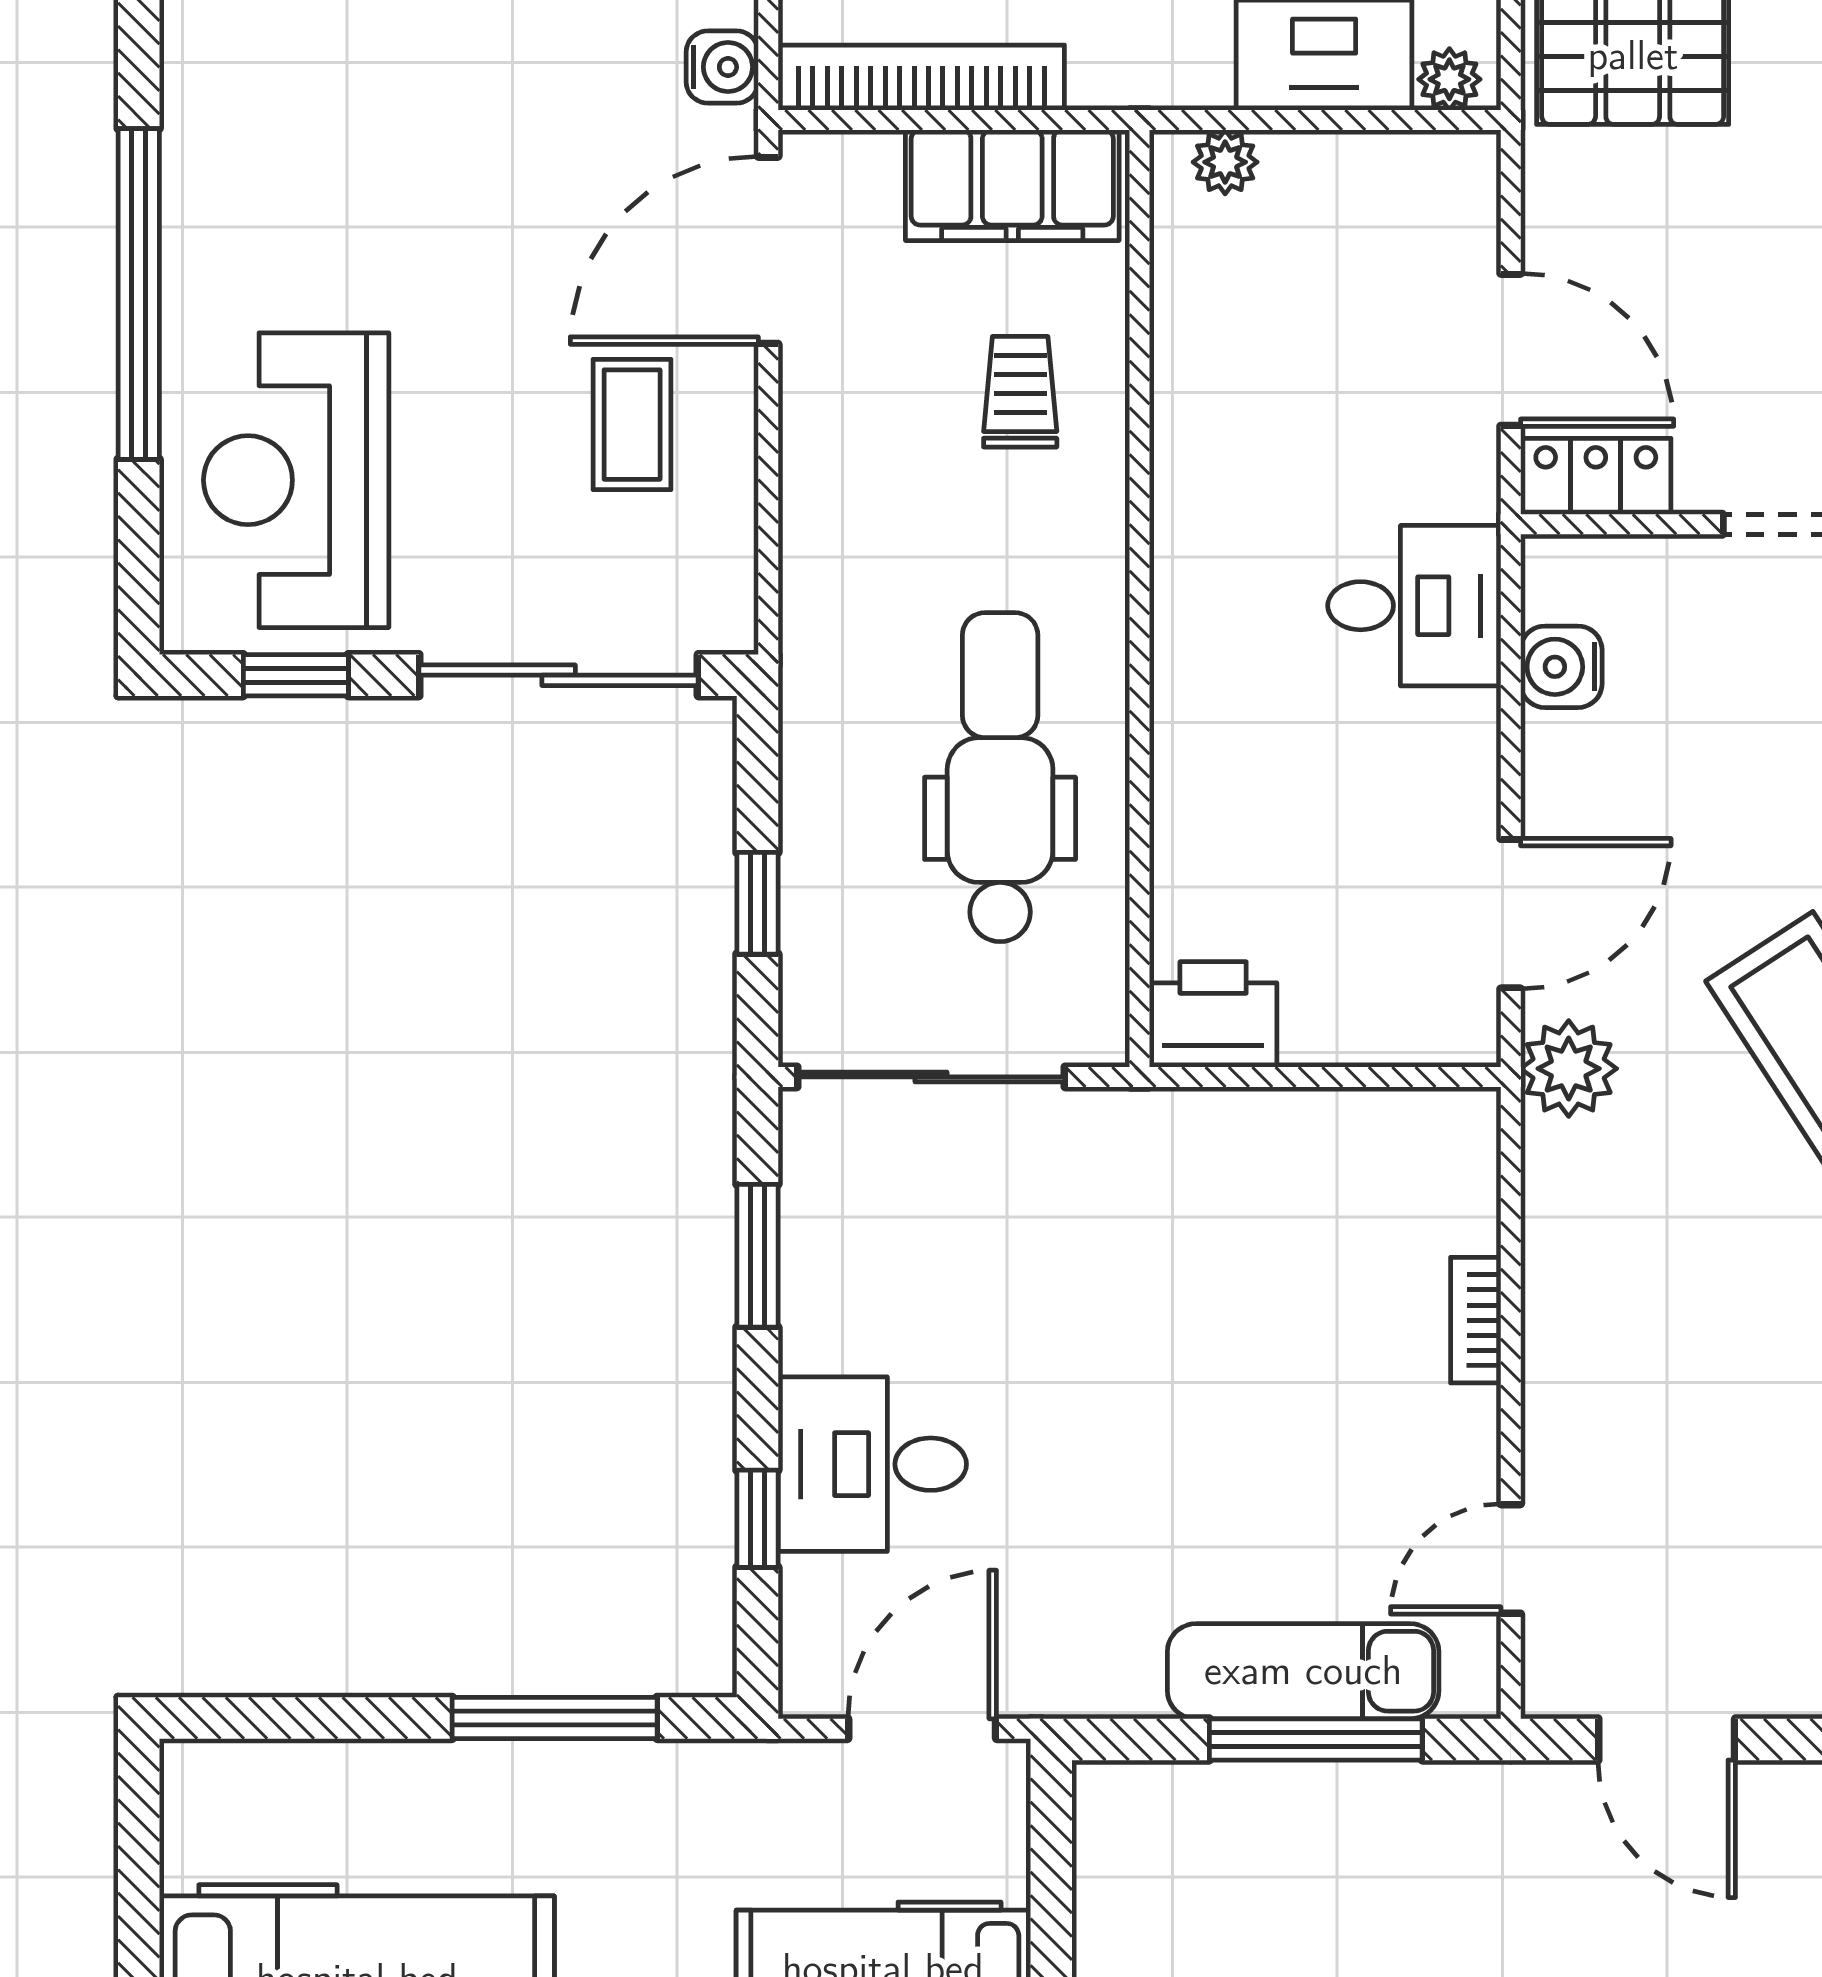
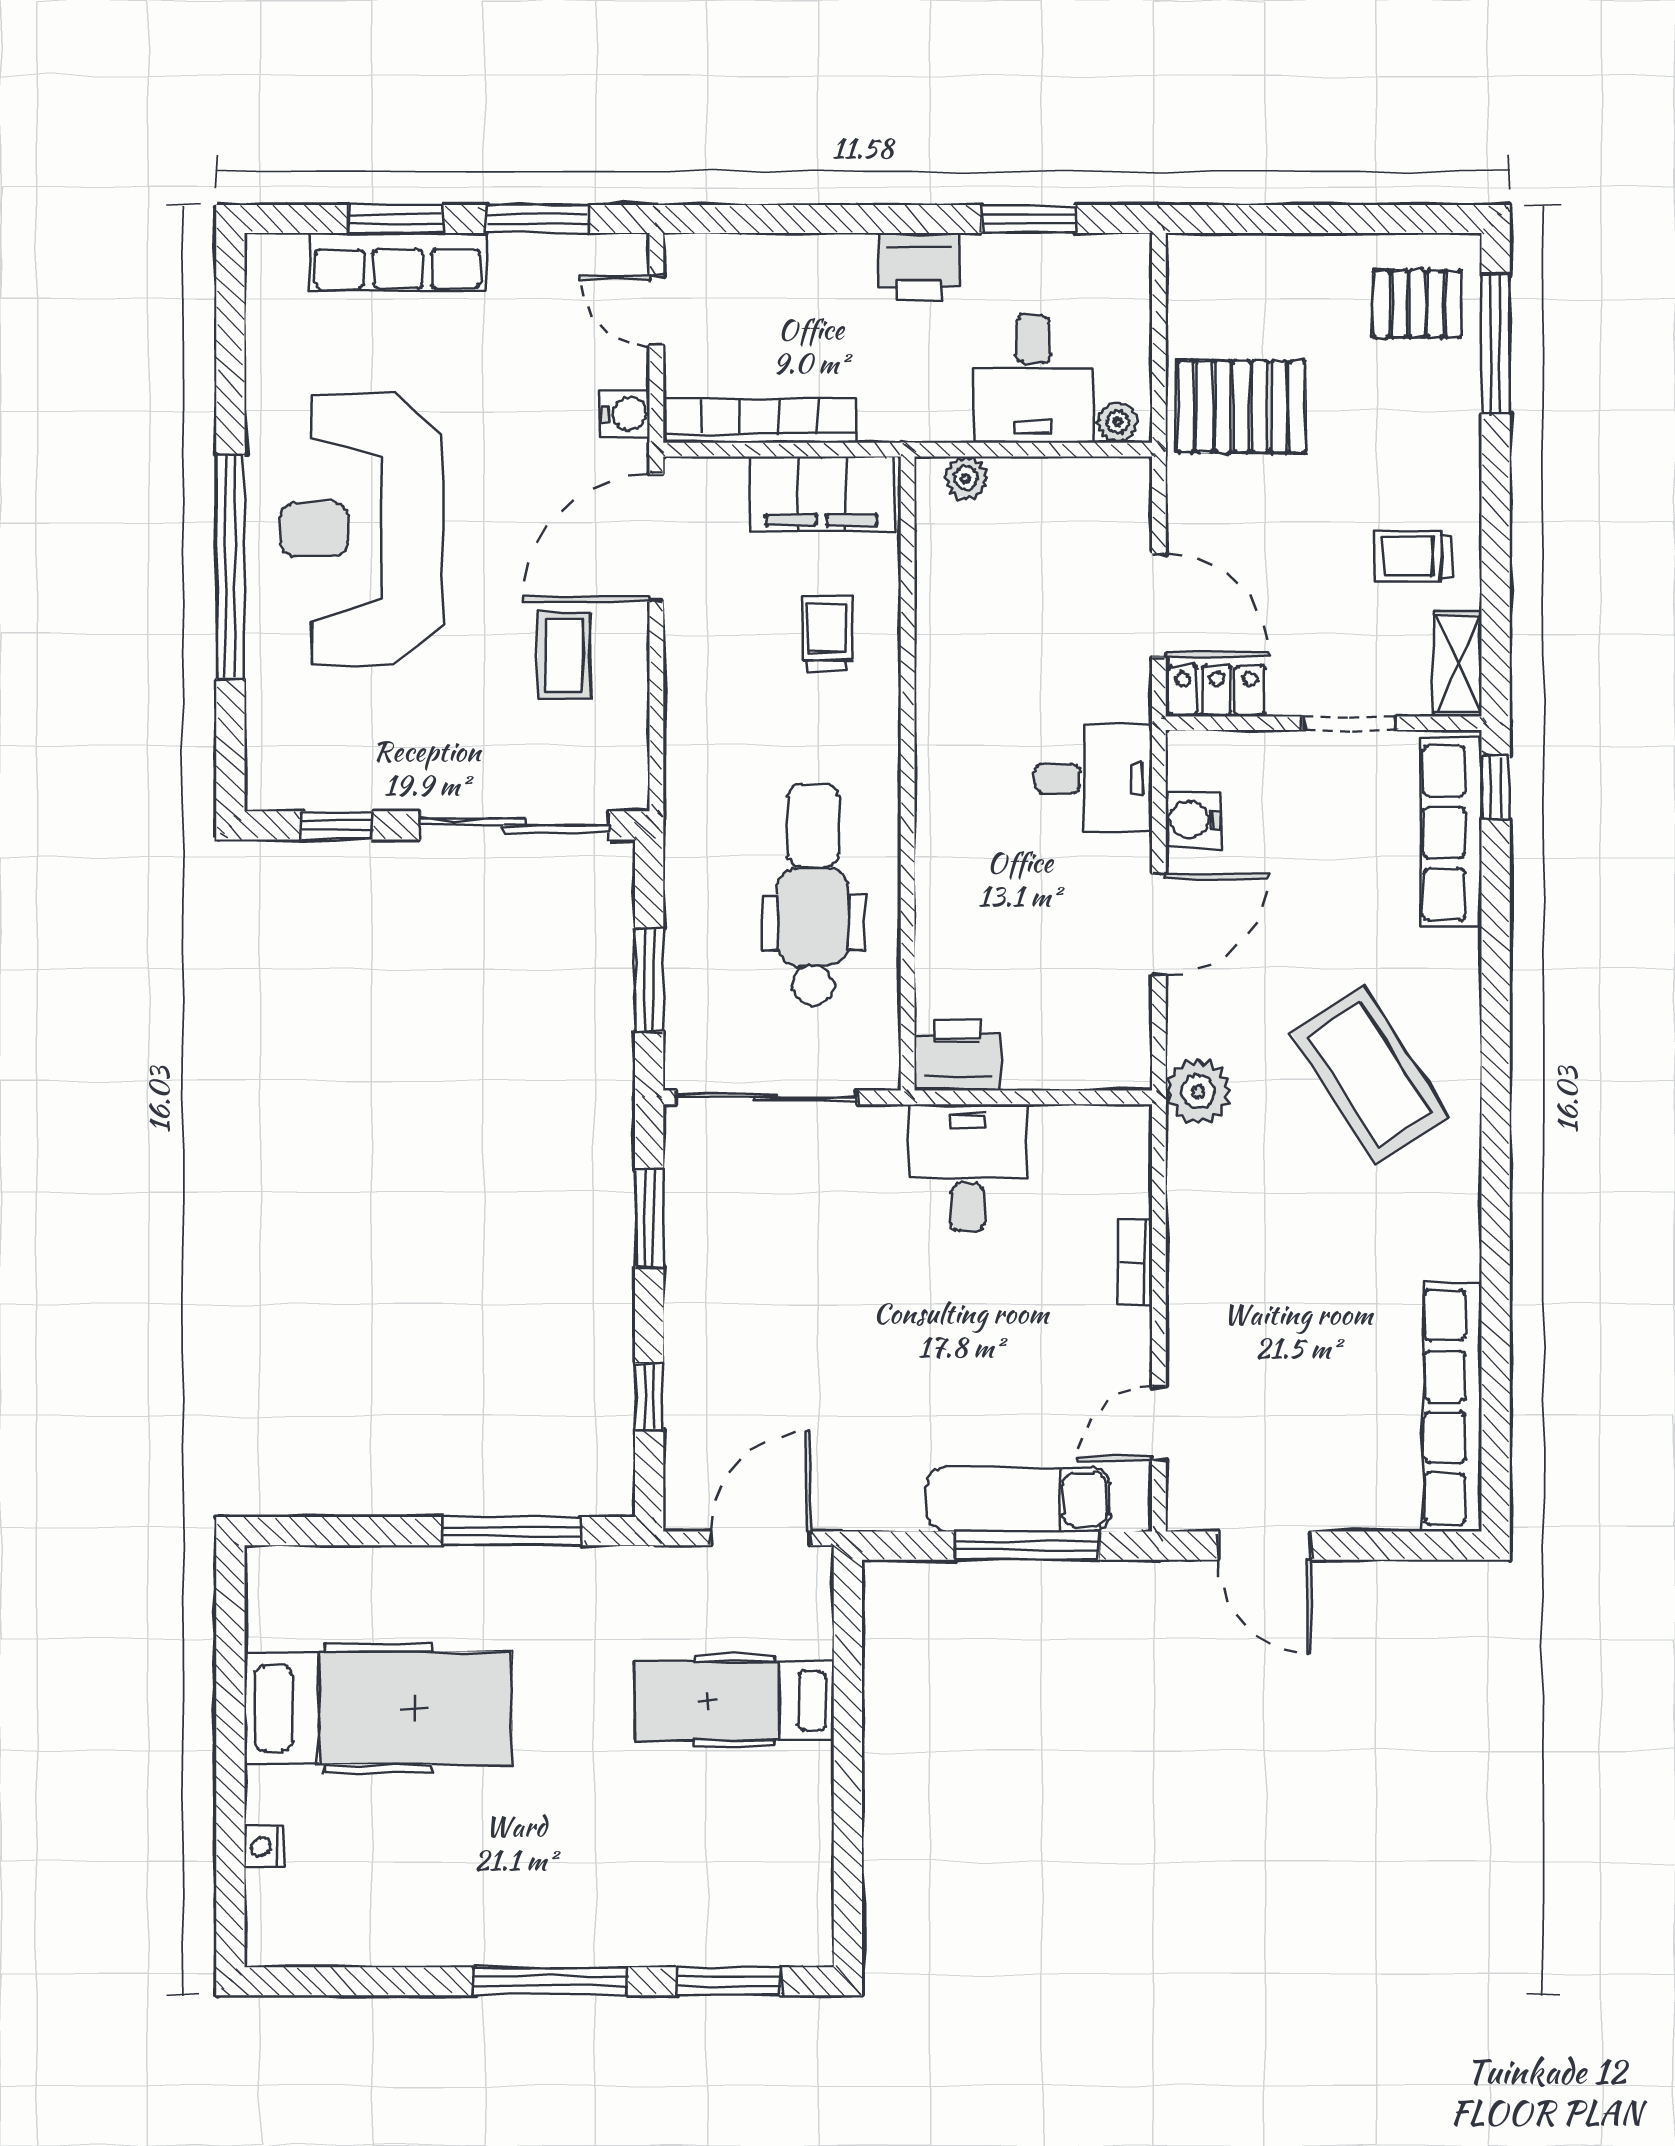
reception desk: (296, 480) -> (362, 529), moved, width x1.36, depth x1.30
window: (757, 903) -> (649, 980), width x1.50
door: (1511, 914) -> (1159, 924), moved
desk: (872, 1464) -> (968, 1168), moved, turned 90

